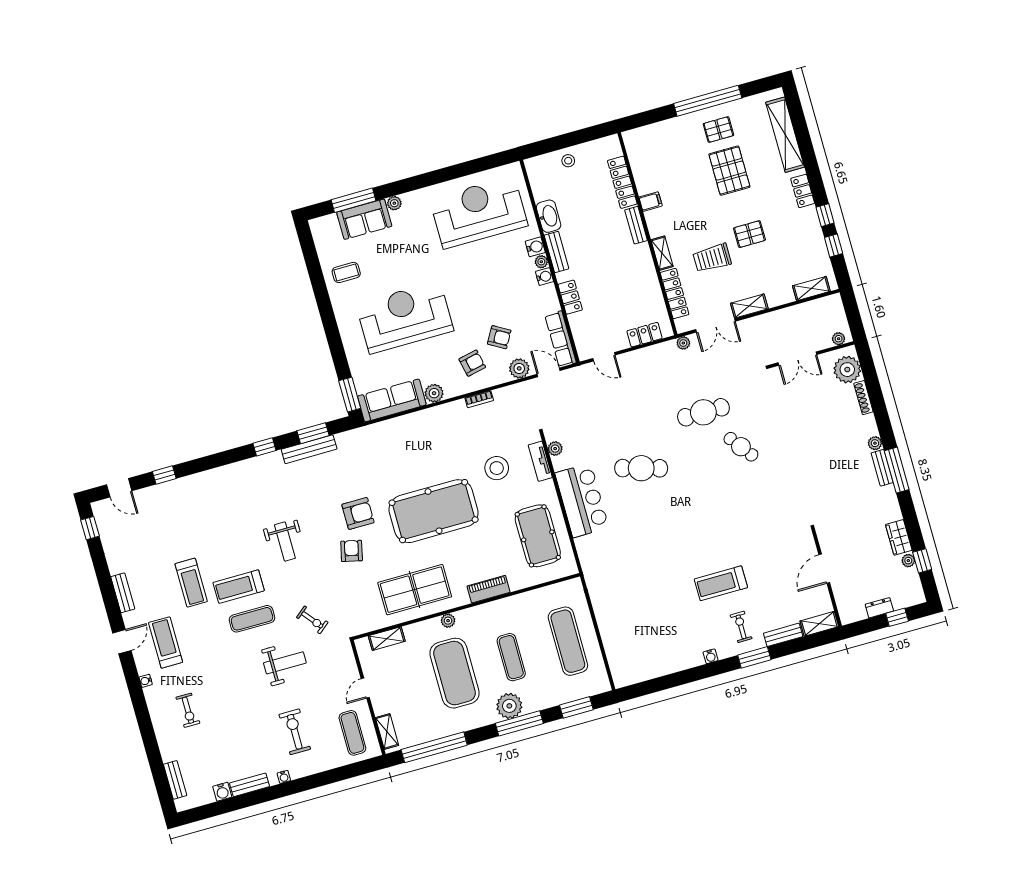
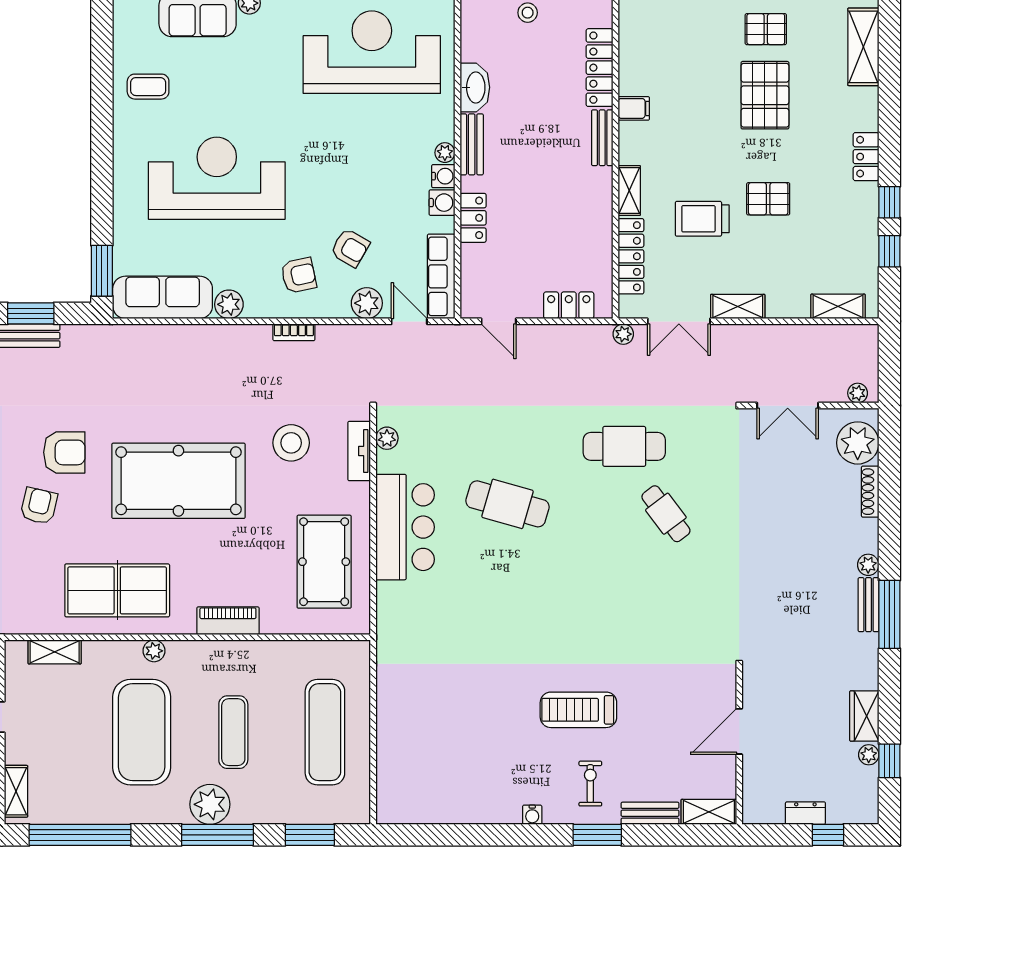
shelving: (785, 135) -> (863, 47), width x0.68
water cooler: (535, 247) -> (442, 203), moved

